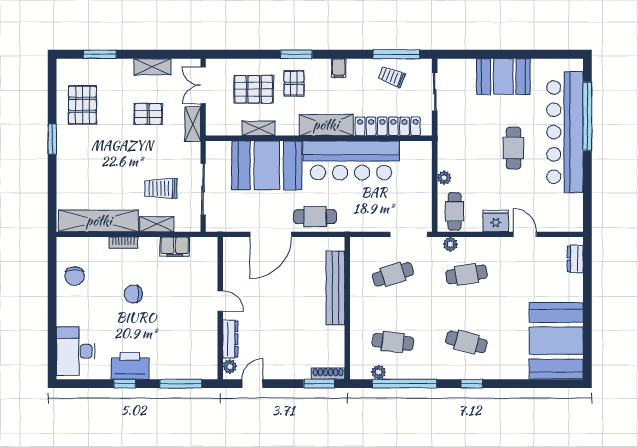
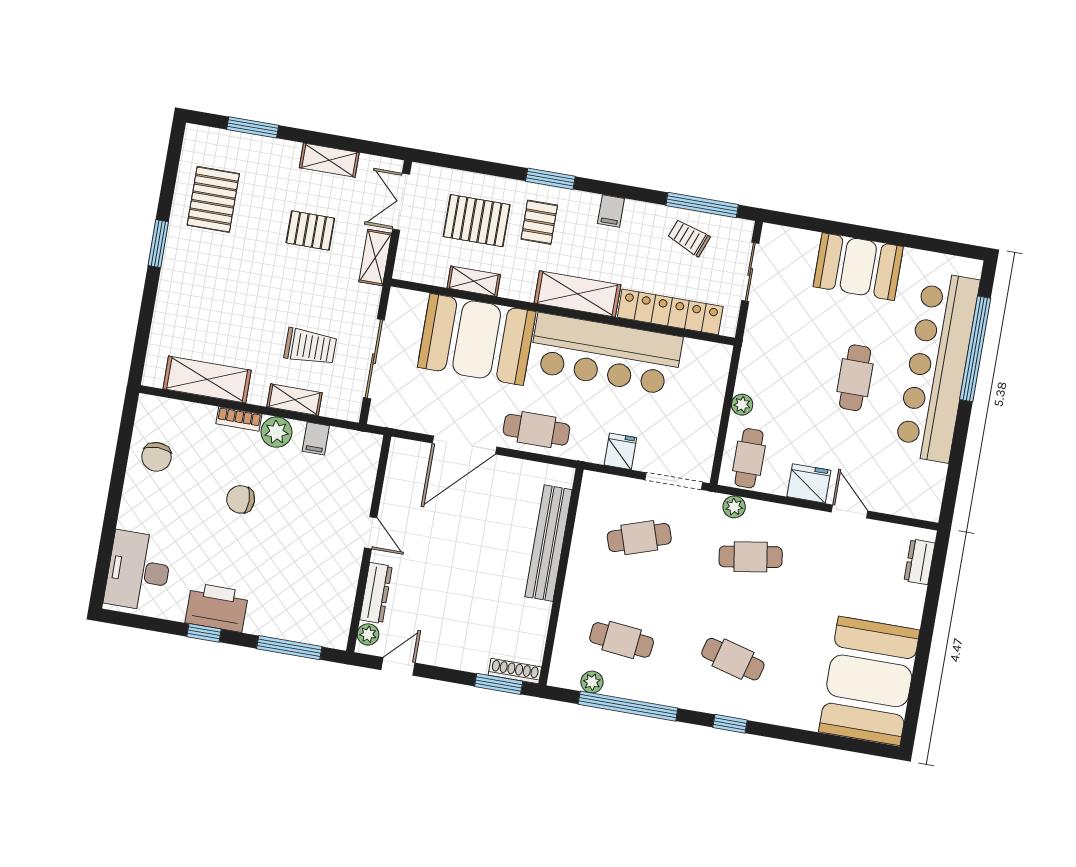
trolley: (161, 188) -> (310, 347), turned 180
shelving: (99, 221) -> (207, 380), width x0.68
fridge: (371, 221) -> (620, 451), added
plant: (149, 247) -> (276, 432), added
filing cabinet: (175, 247) -> (316, 439), width x0.50

